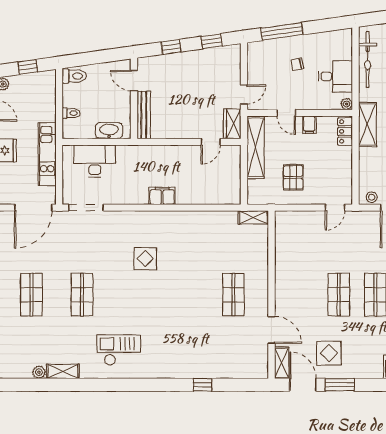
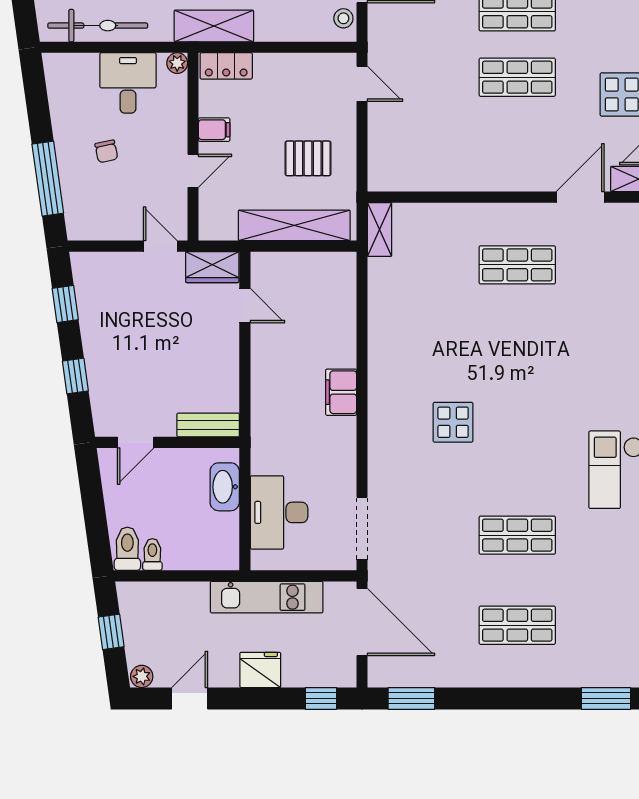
toilet: (71, 113) -> (152, 555), moved
bench: (144, 115) -> (208, 425), width x0.73
shelving: (256, 147) -> (294, 225), moved

